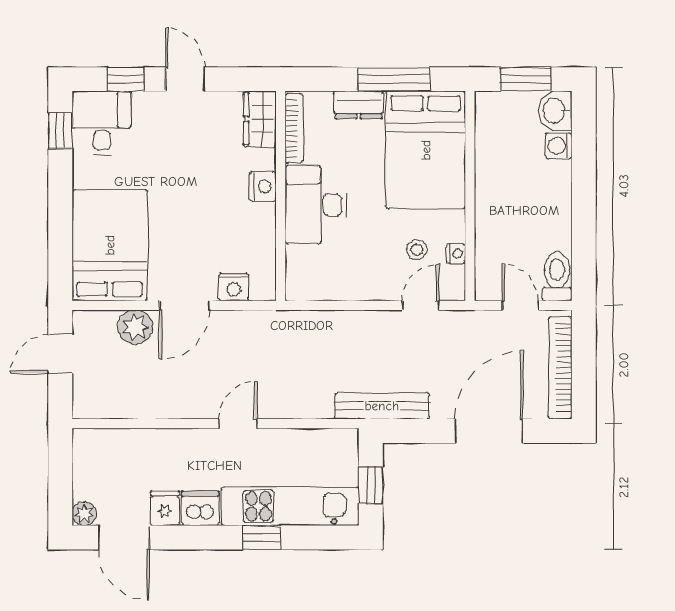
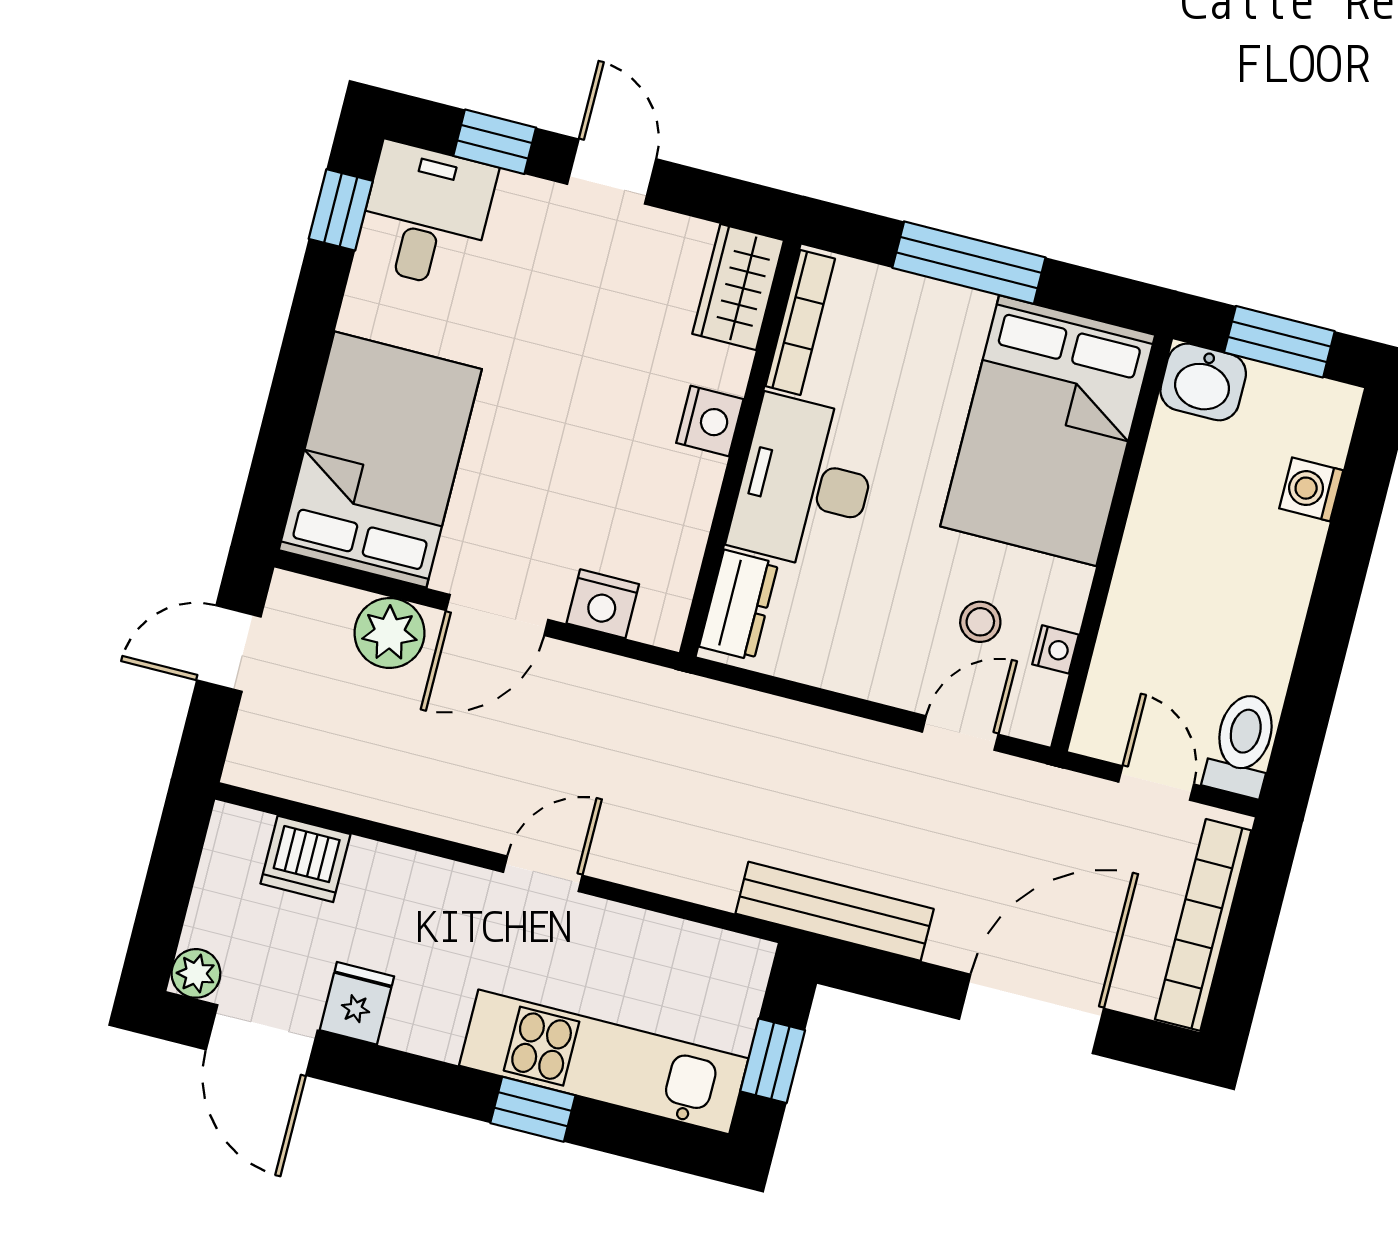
window: (394, 79) -> (969, 263), moved
dresser: (359, 105) -> (739, 605), moved, turned -90
washbasin: (555, 111) -> (1203, 382), moved, turned -90
dishwasher: (200, 508) -> (305, 859), moved, turned 180

